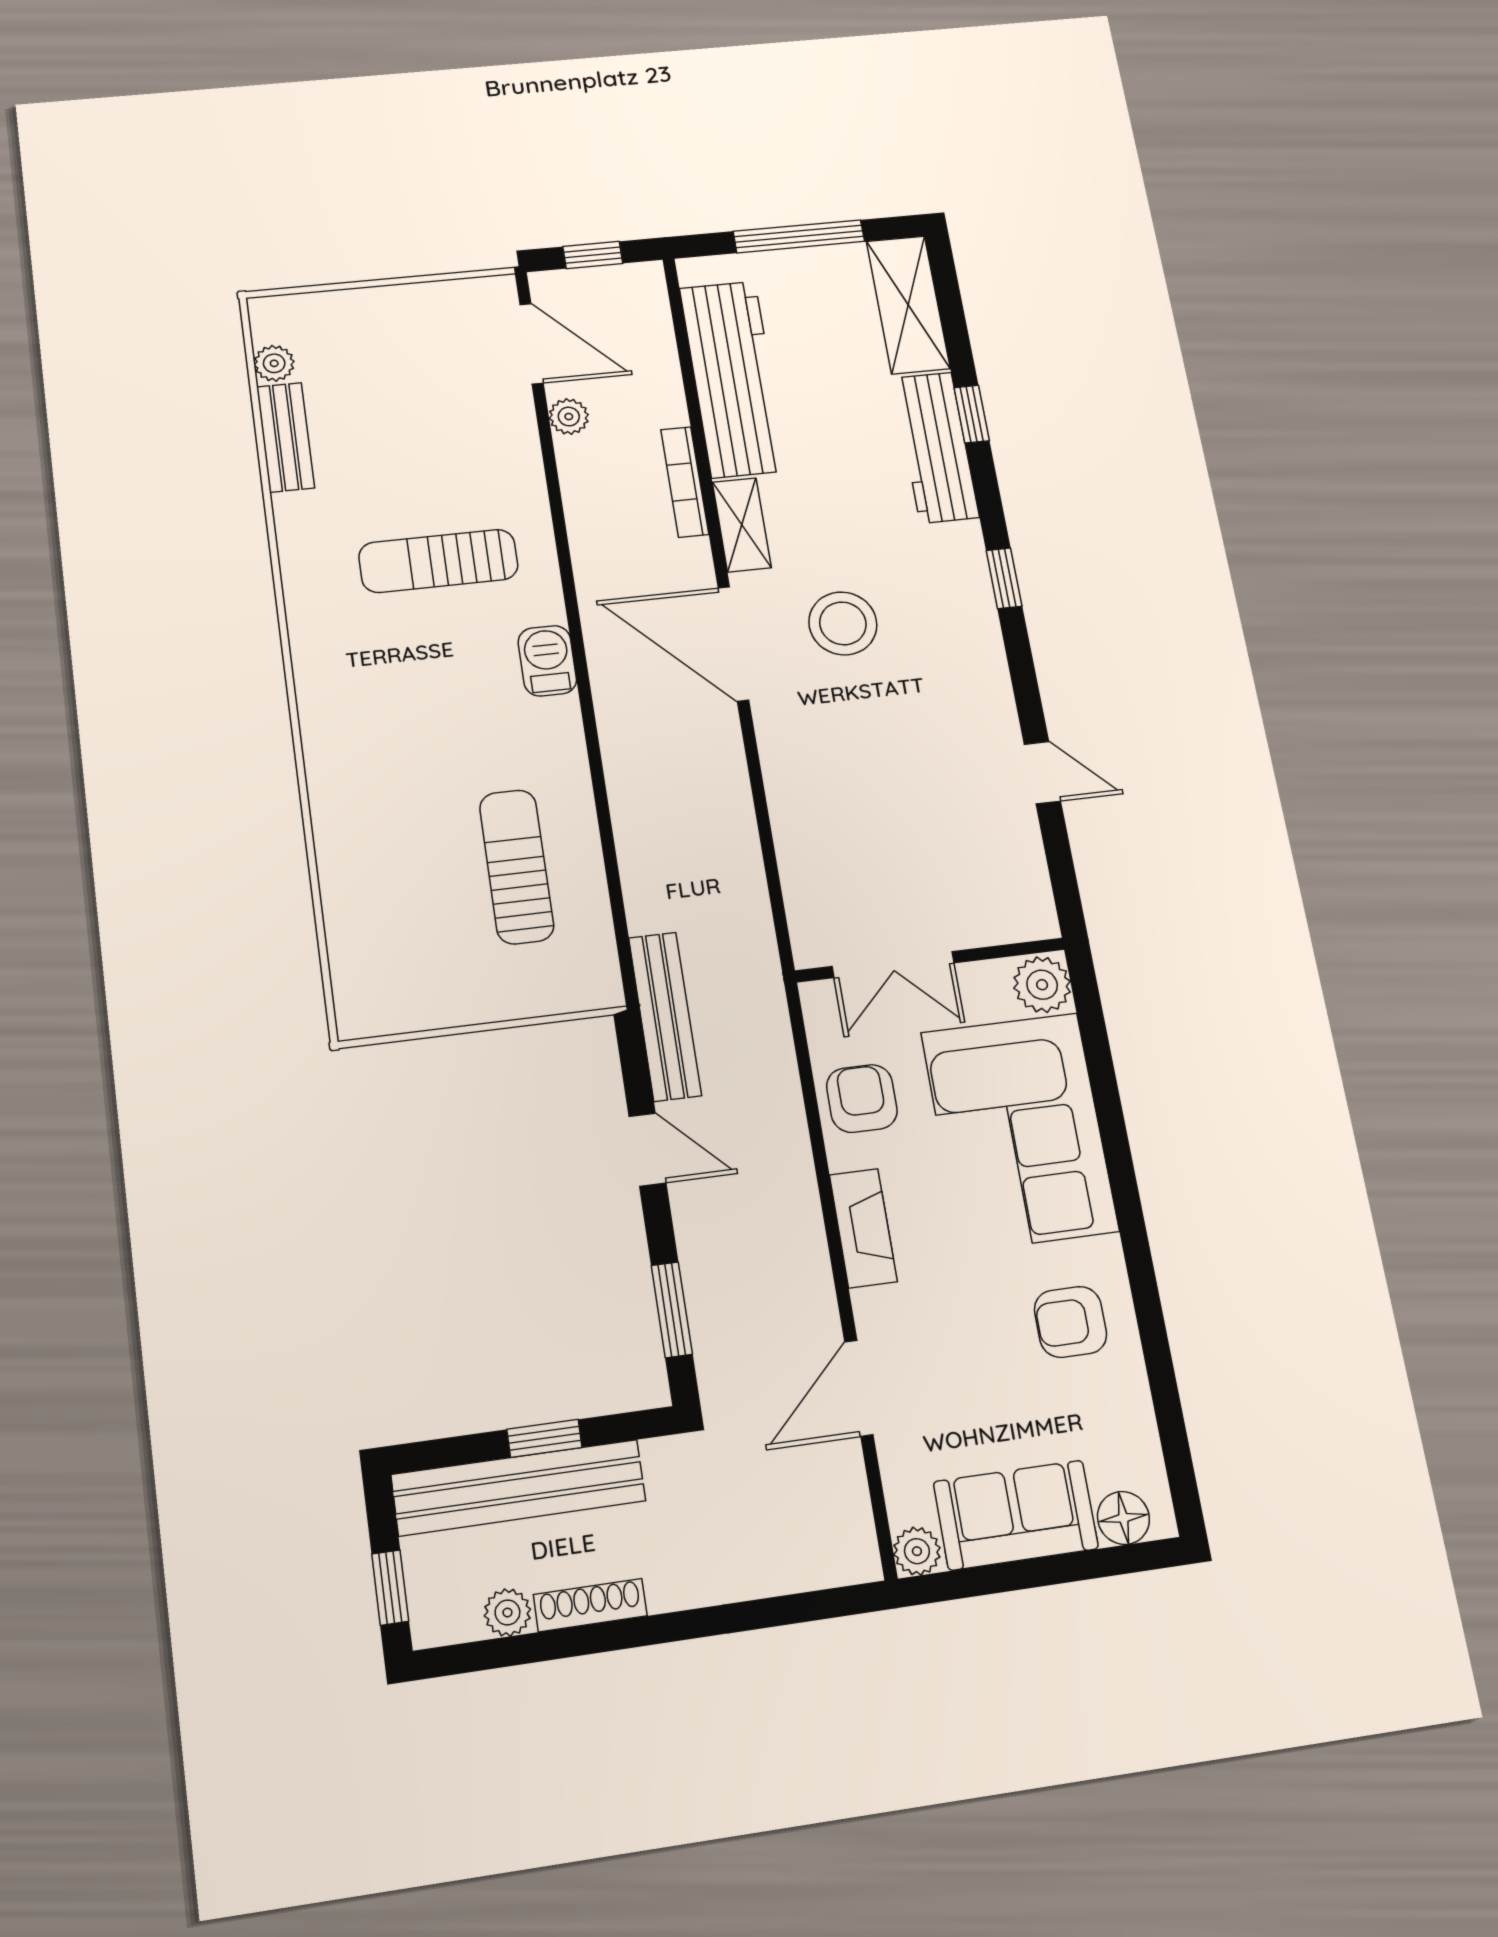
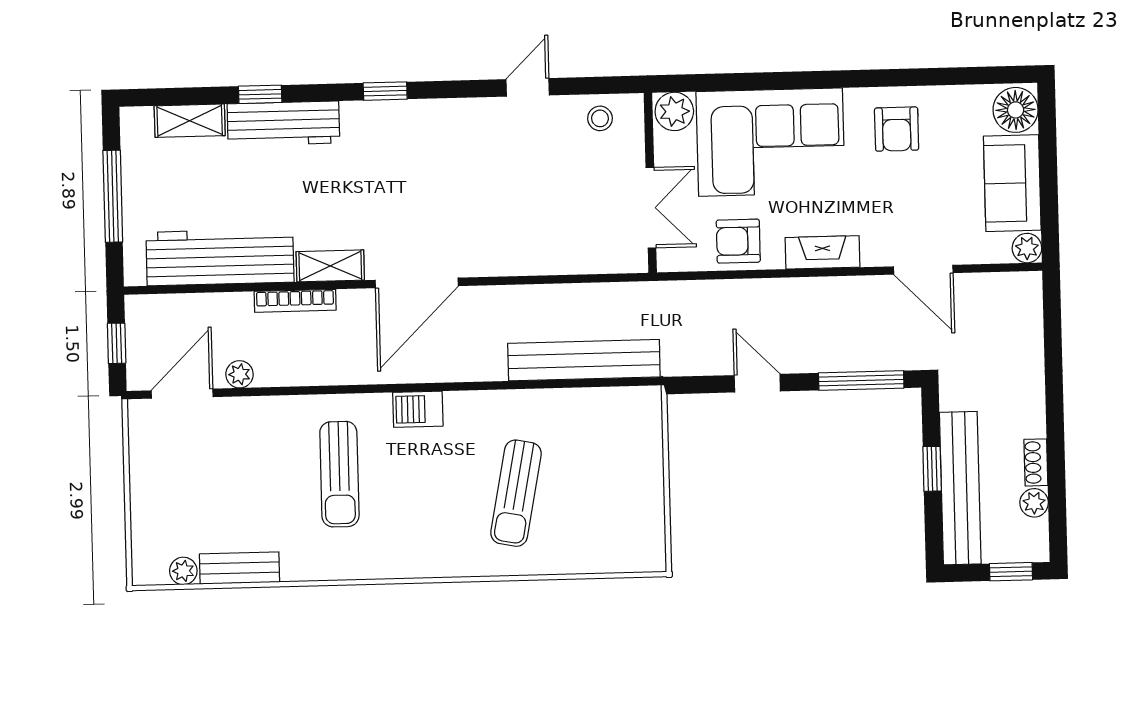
shelving: (908, 305) -> (190, 121), width x0.67, depth x0.75
stool: (843, 623) -> (600, 118), moved, width x0.53, depth x0.53
sun lounger: (517, 867) -> (516, 493), moved, turned -79
bench: (665, 1016) -> (584, 360), moved, width x1.37, depth x1.21
door: (647, 1150) -> (757, 383), hinge flipped
window: (672, 1310) -> (861, 380), width x1.44
floor lamp: (1123, 1518) -> (1016, 110), width x1.38, depth x1.38
shoe rack: (590, 1605) -> (1036, 462), width x0.70

